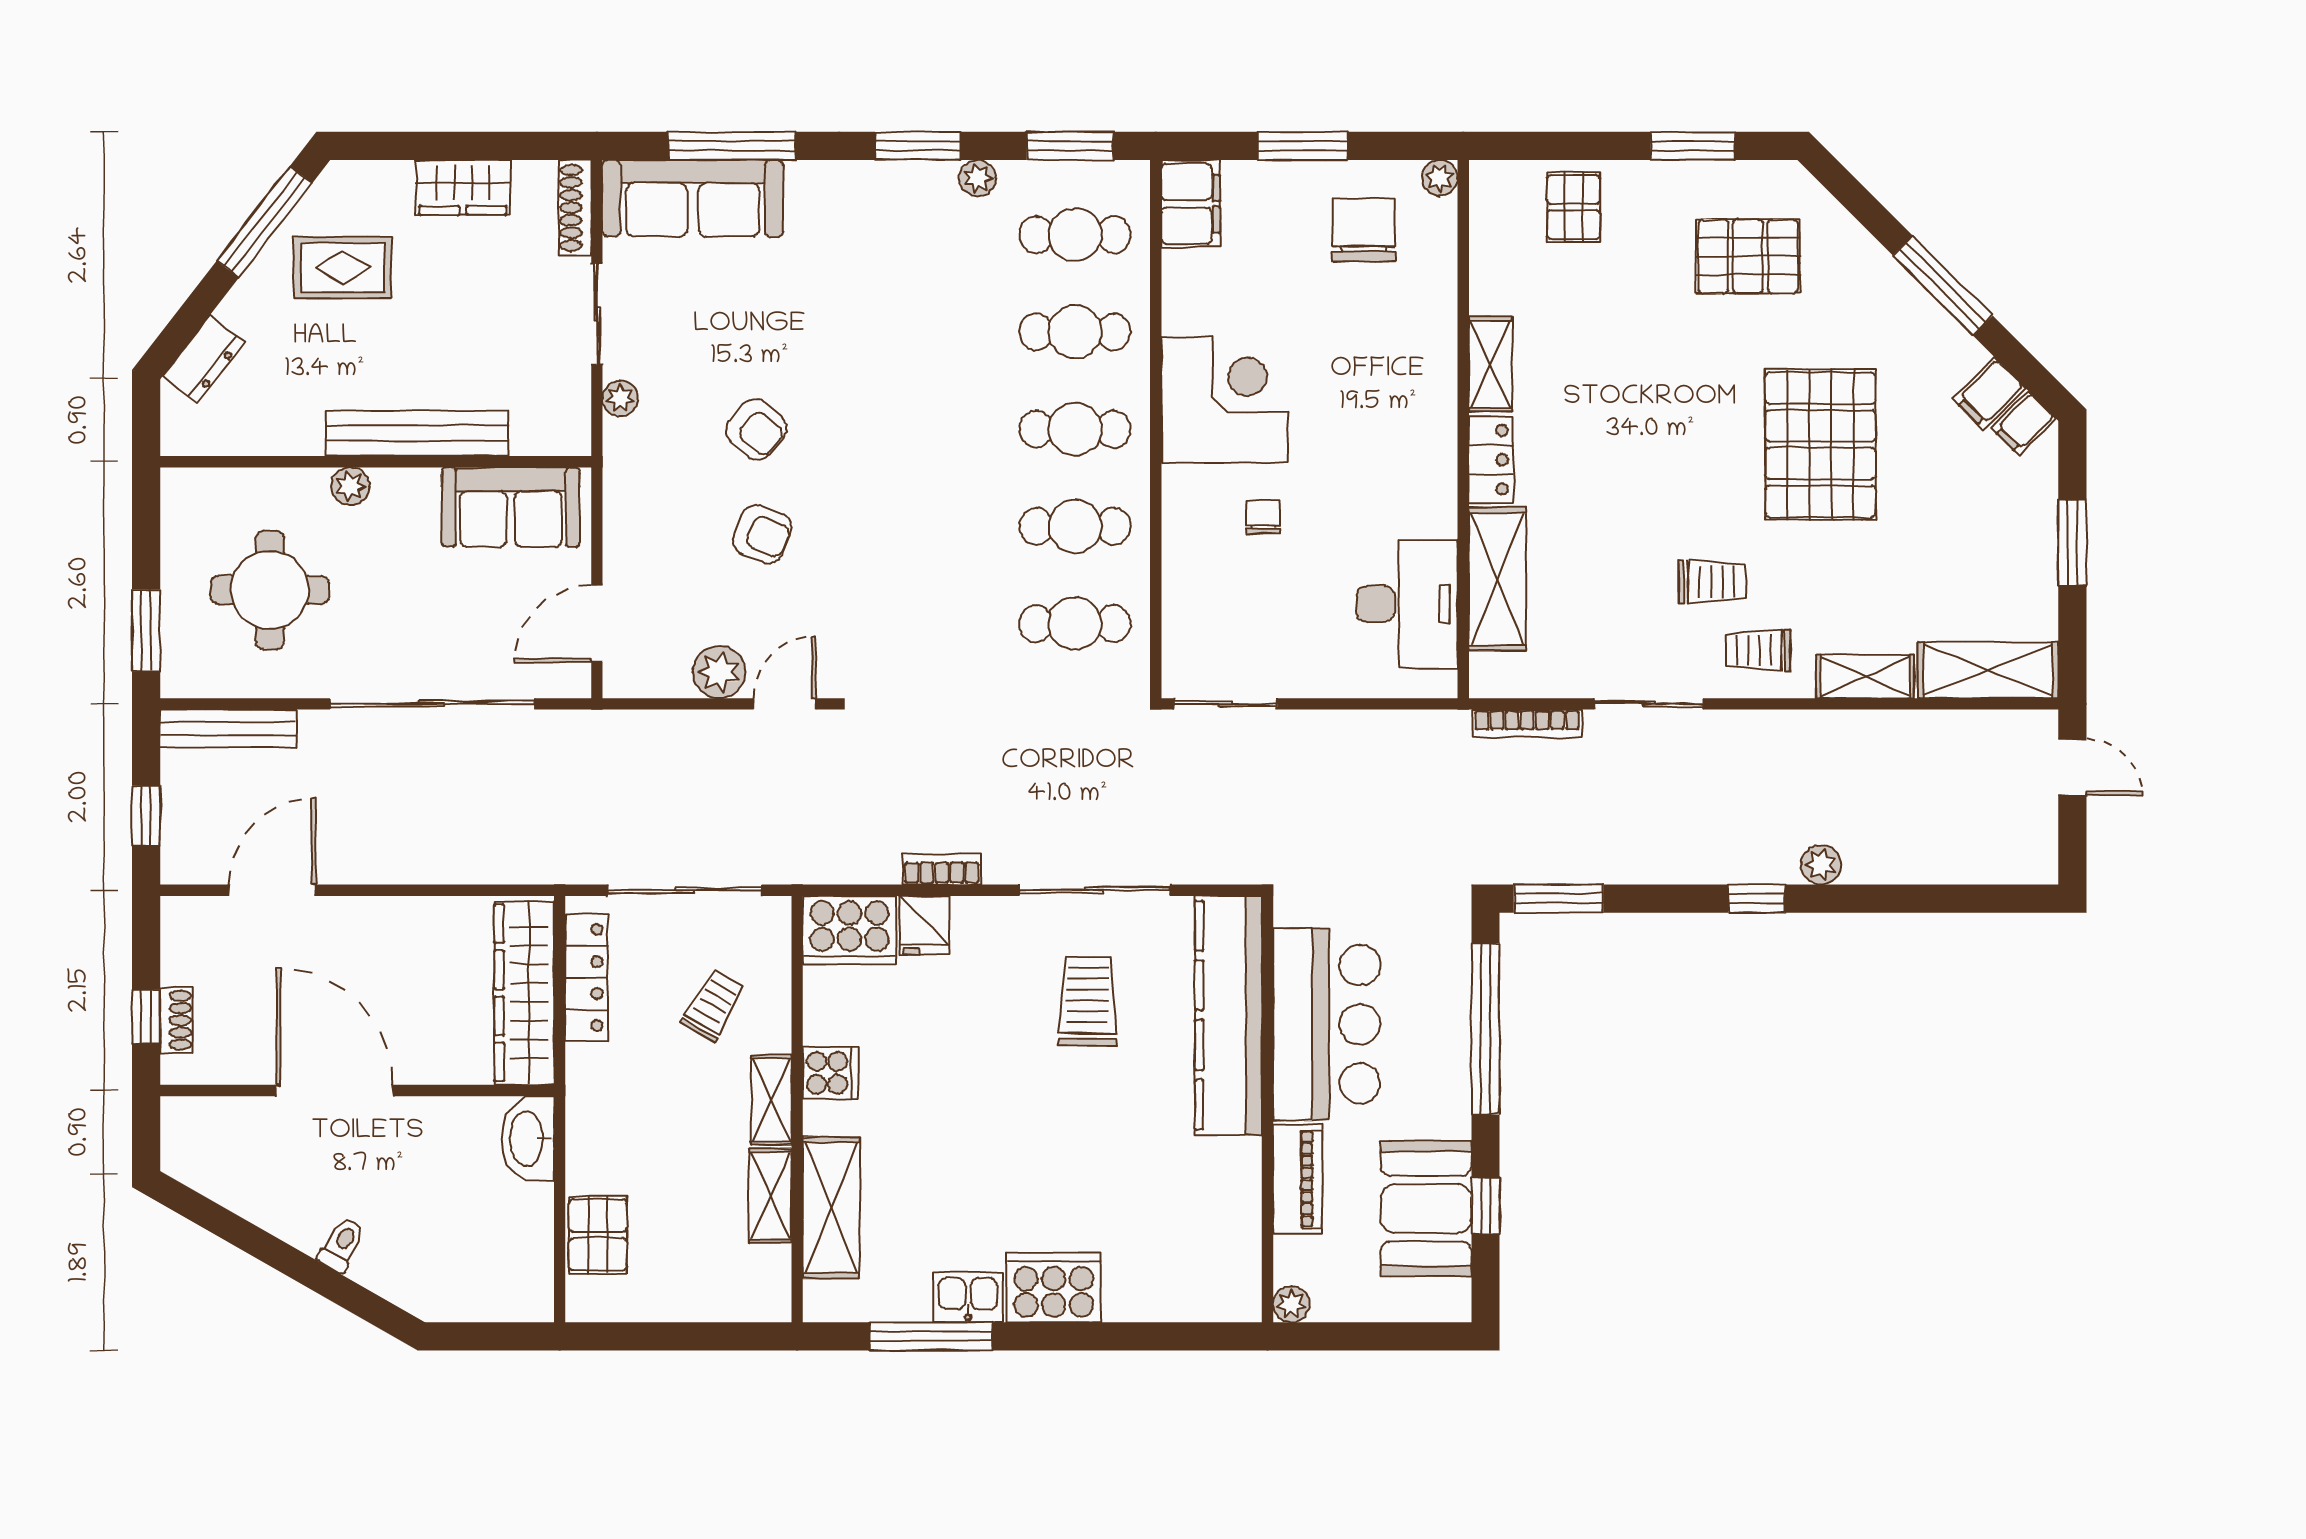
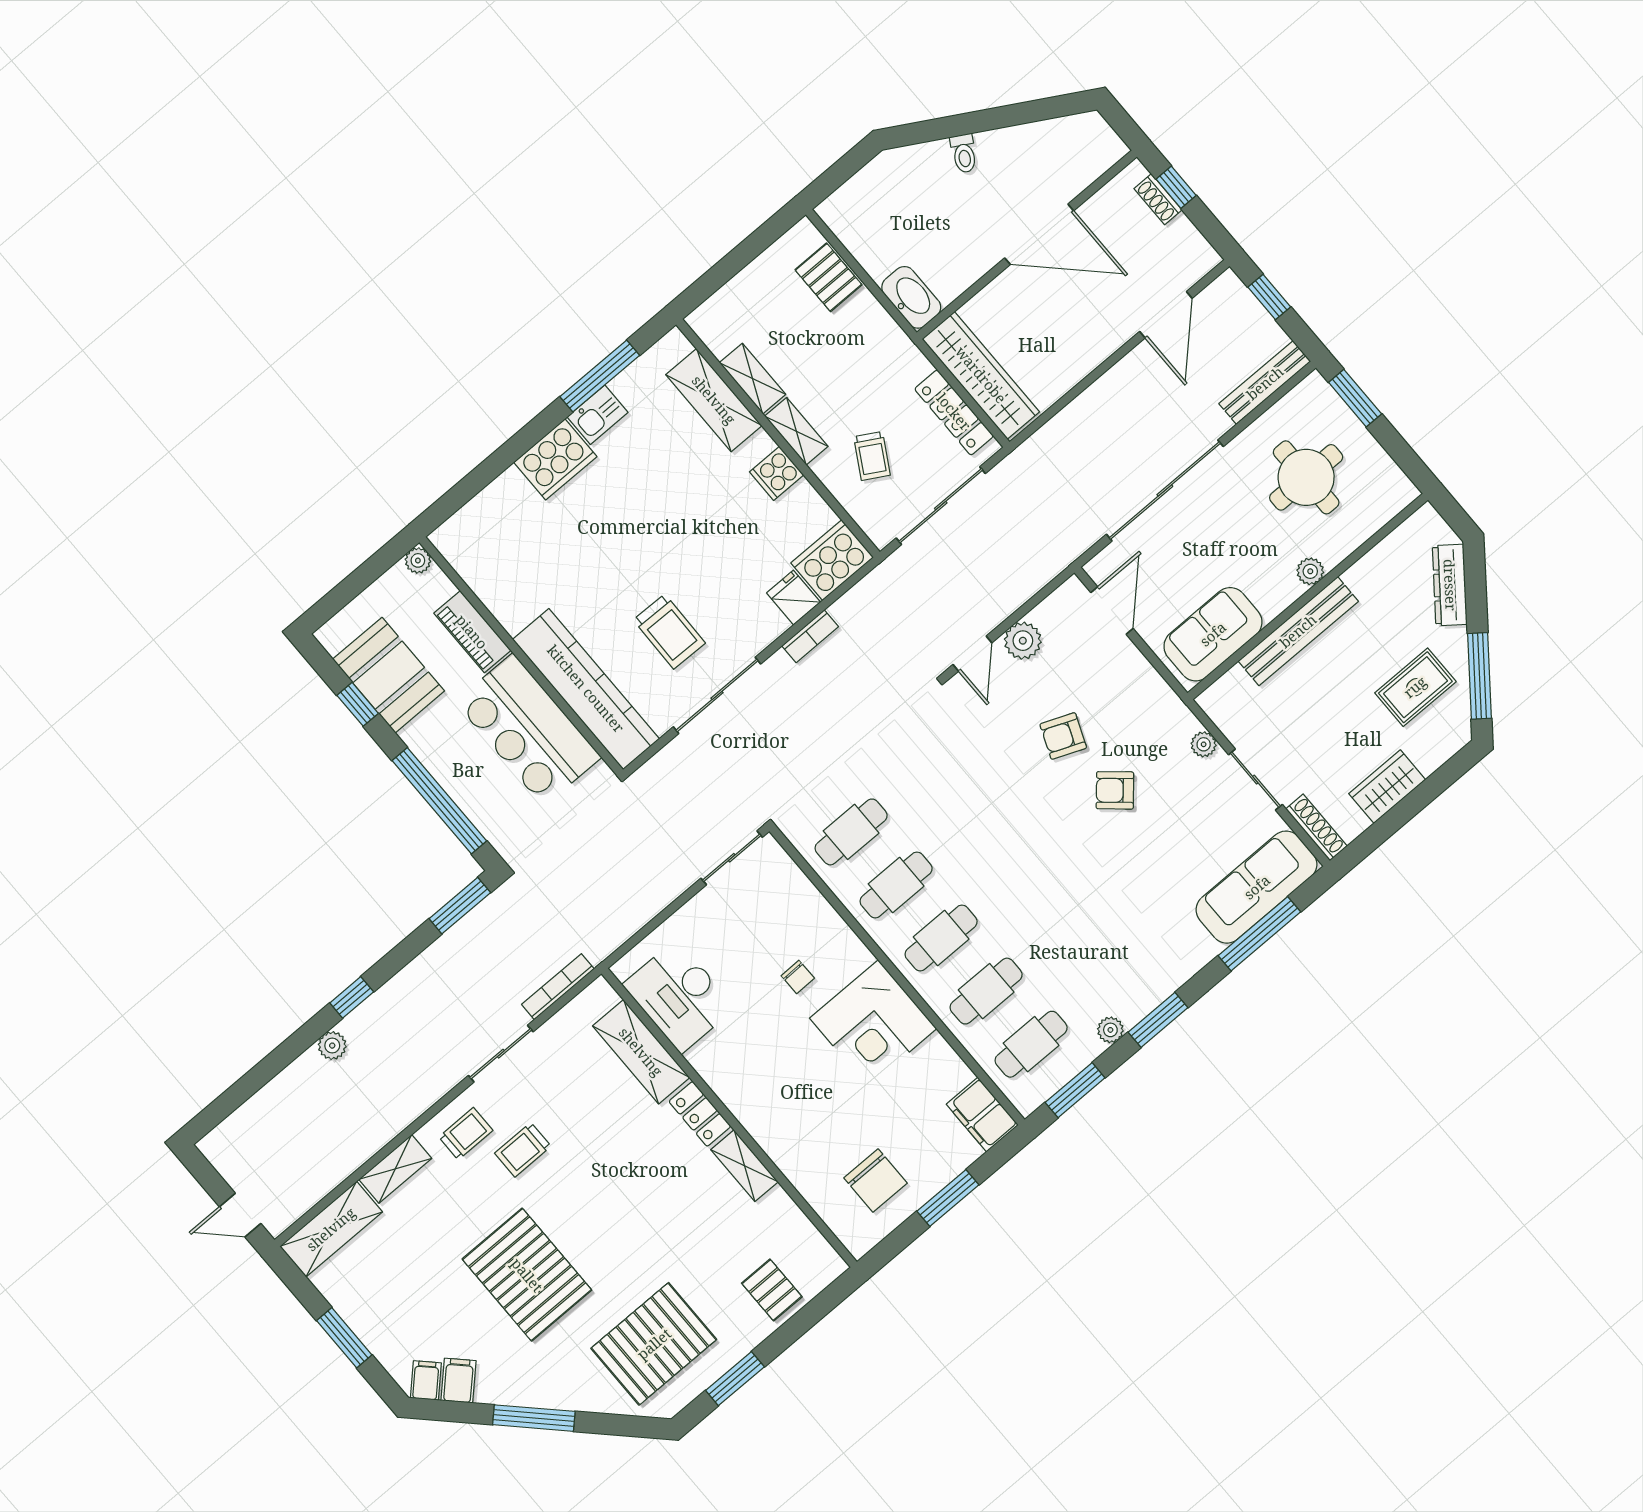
plant: (1440, 178) -> (858, 1244), removed
pallet: (1748, 256) -> (654, 1344), width x1.37, depth x1.41
dresser: (204, 359) -> (1450, 585), width x1.44

